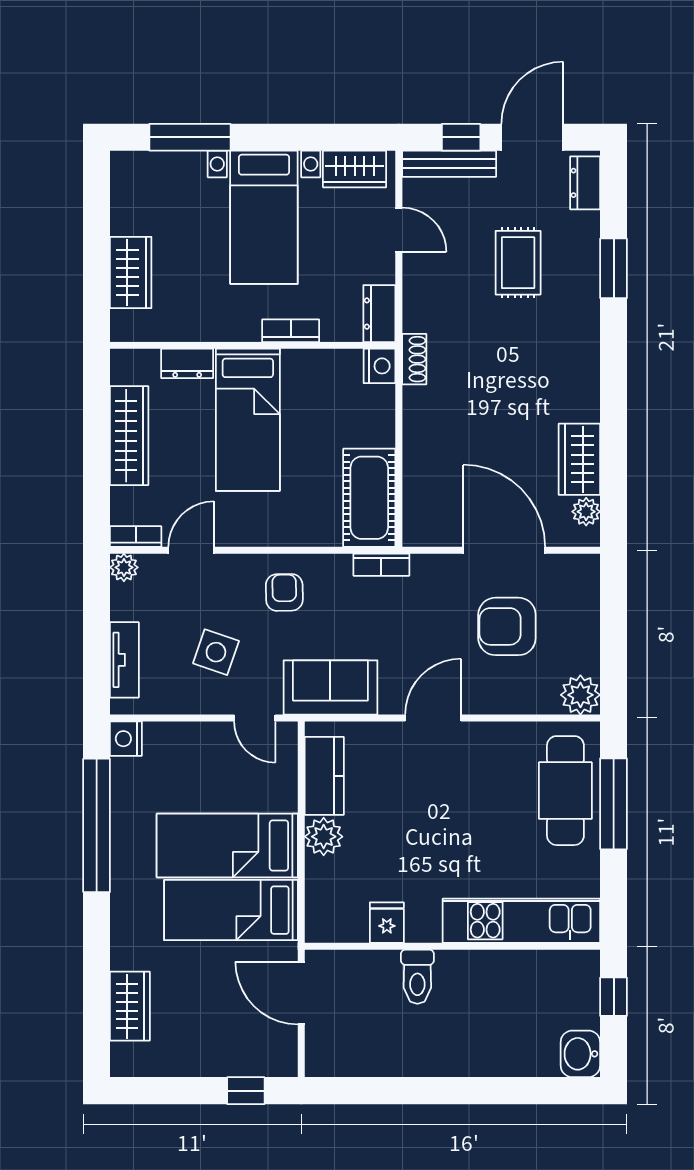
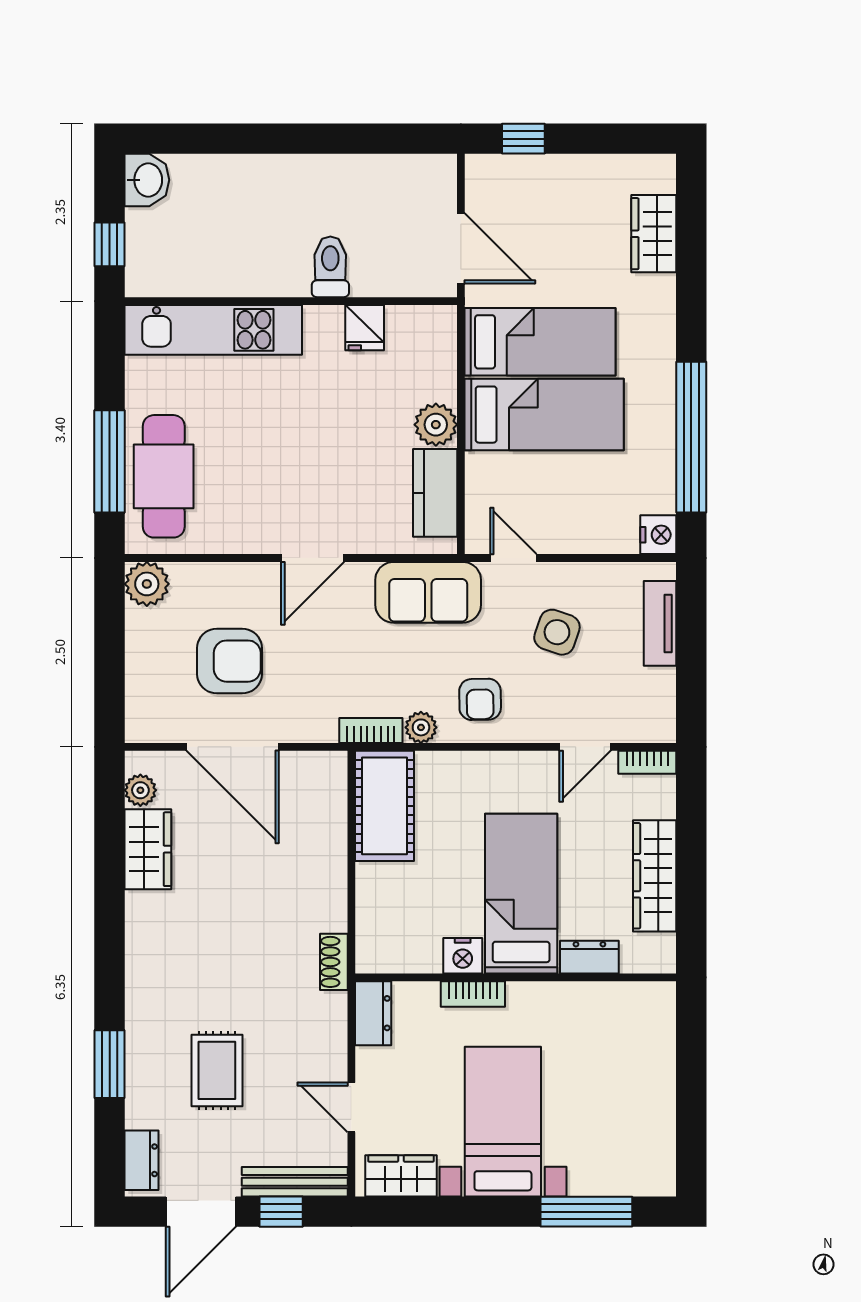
wardrobe: (131, 273) -> (653, 1059), removed
nightstand: (379, 366) -> (463, 956), moved, turned -90
plant: (124, 567) -> (421, 727), moved

